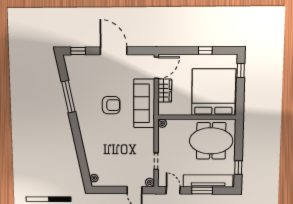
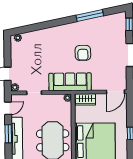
door: (156, 68) -> (115, 92), hinge flipped
wardrobe: (165, 91) -> (85, 99), moved
sofa: (144, 103) -> (70, 82), moved

